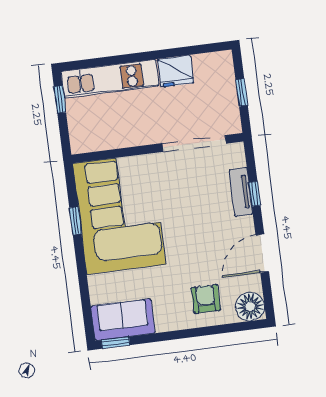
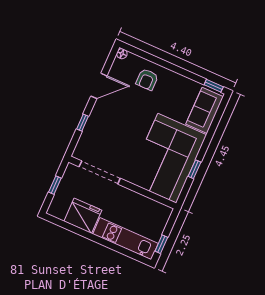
fridge: (176, 71) -> (83, 216), width x1.36, depth x1.34
tv unit: (241, 192) -> (90, 128), removed
floor lamp: (250, 306) -> (122, 54), width x0.53, depth x0.53
sofa: (123, 320) -> (205, 110), moved, turned 90

